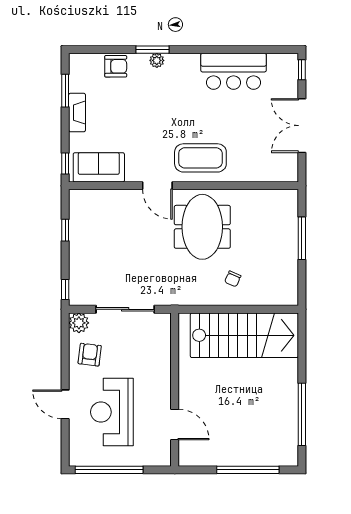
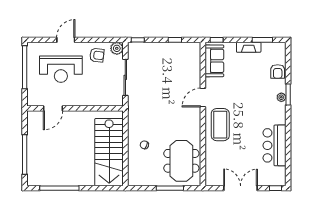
meeting table: (202, 227) -> (181, 161), moved, turned 90
reception desk: (112, 412) -> (61, 69), turned 180

